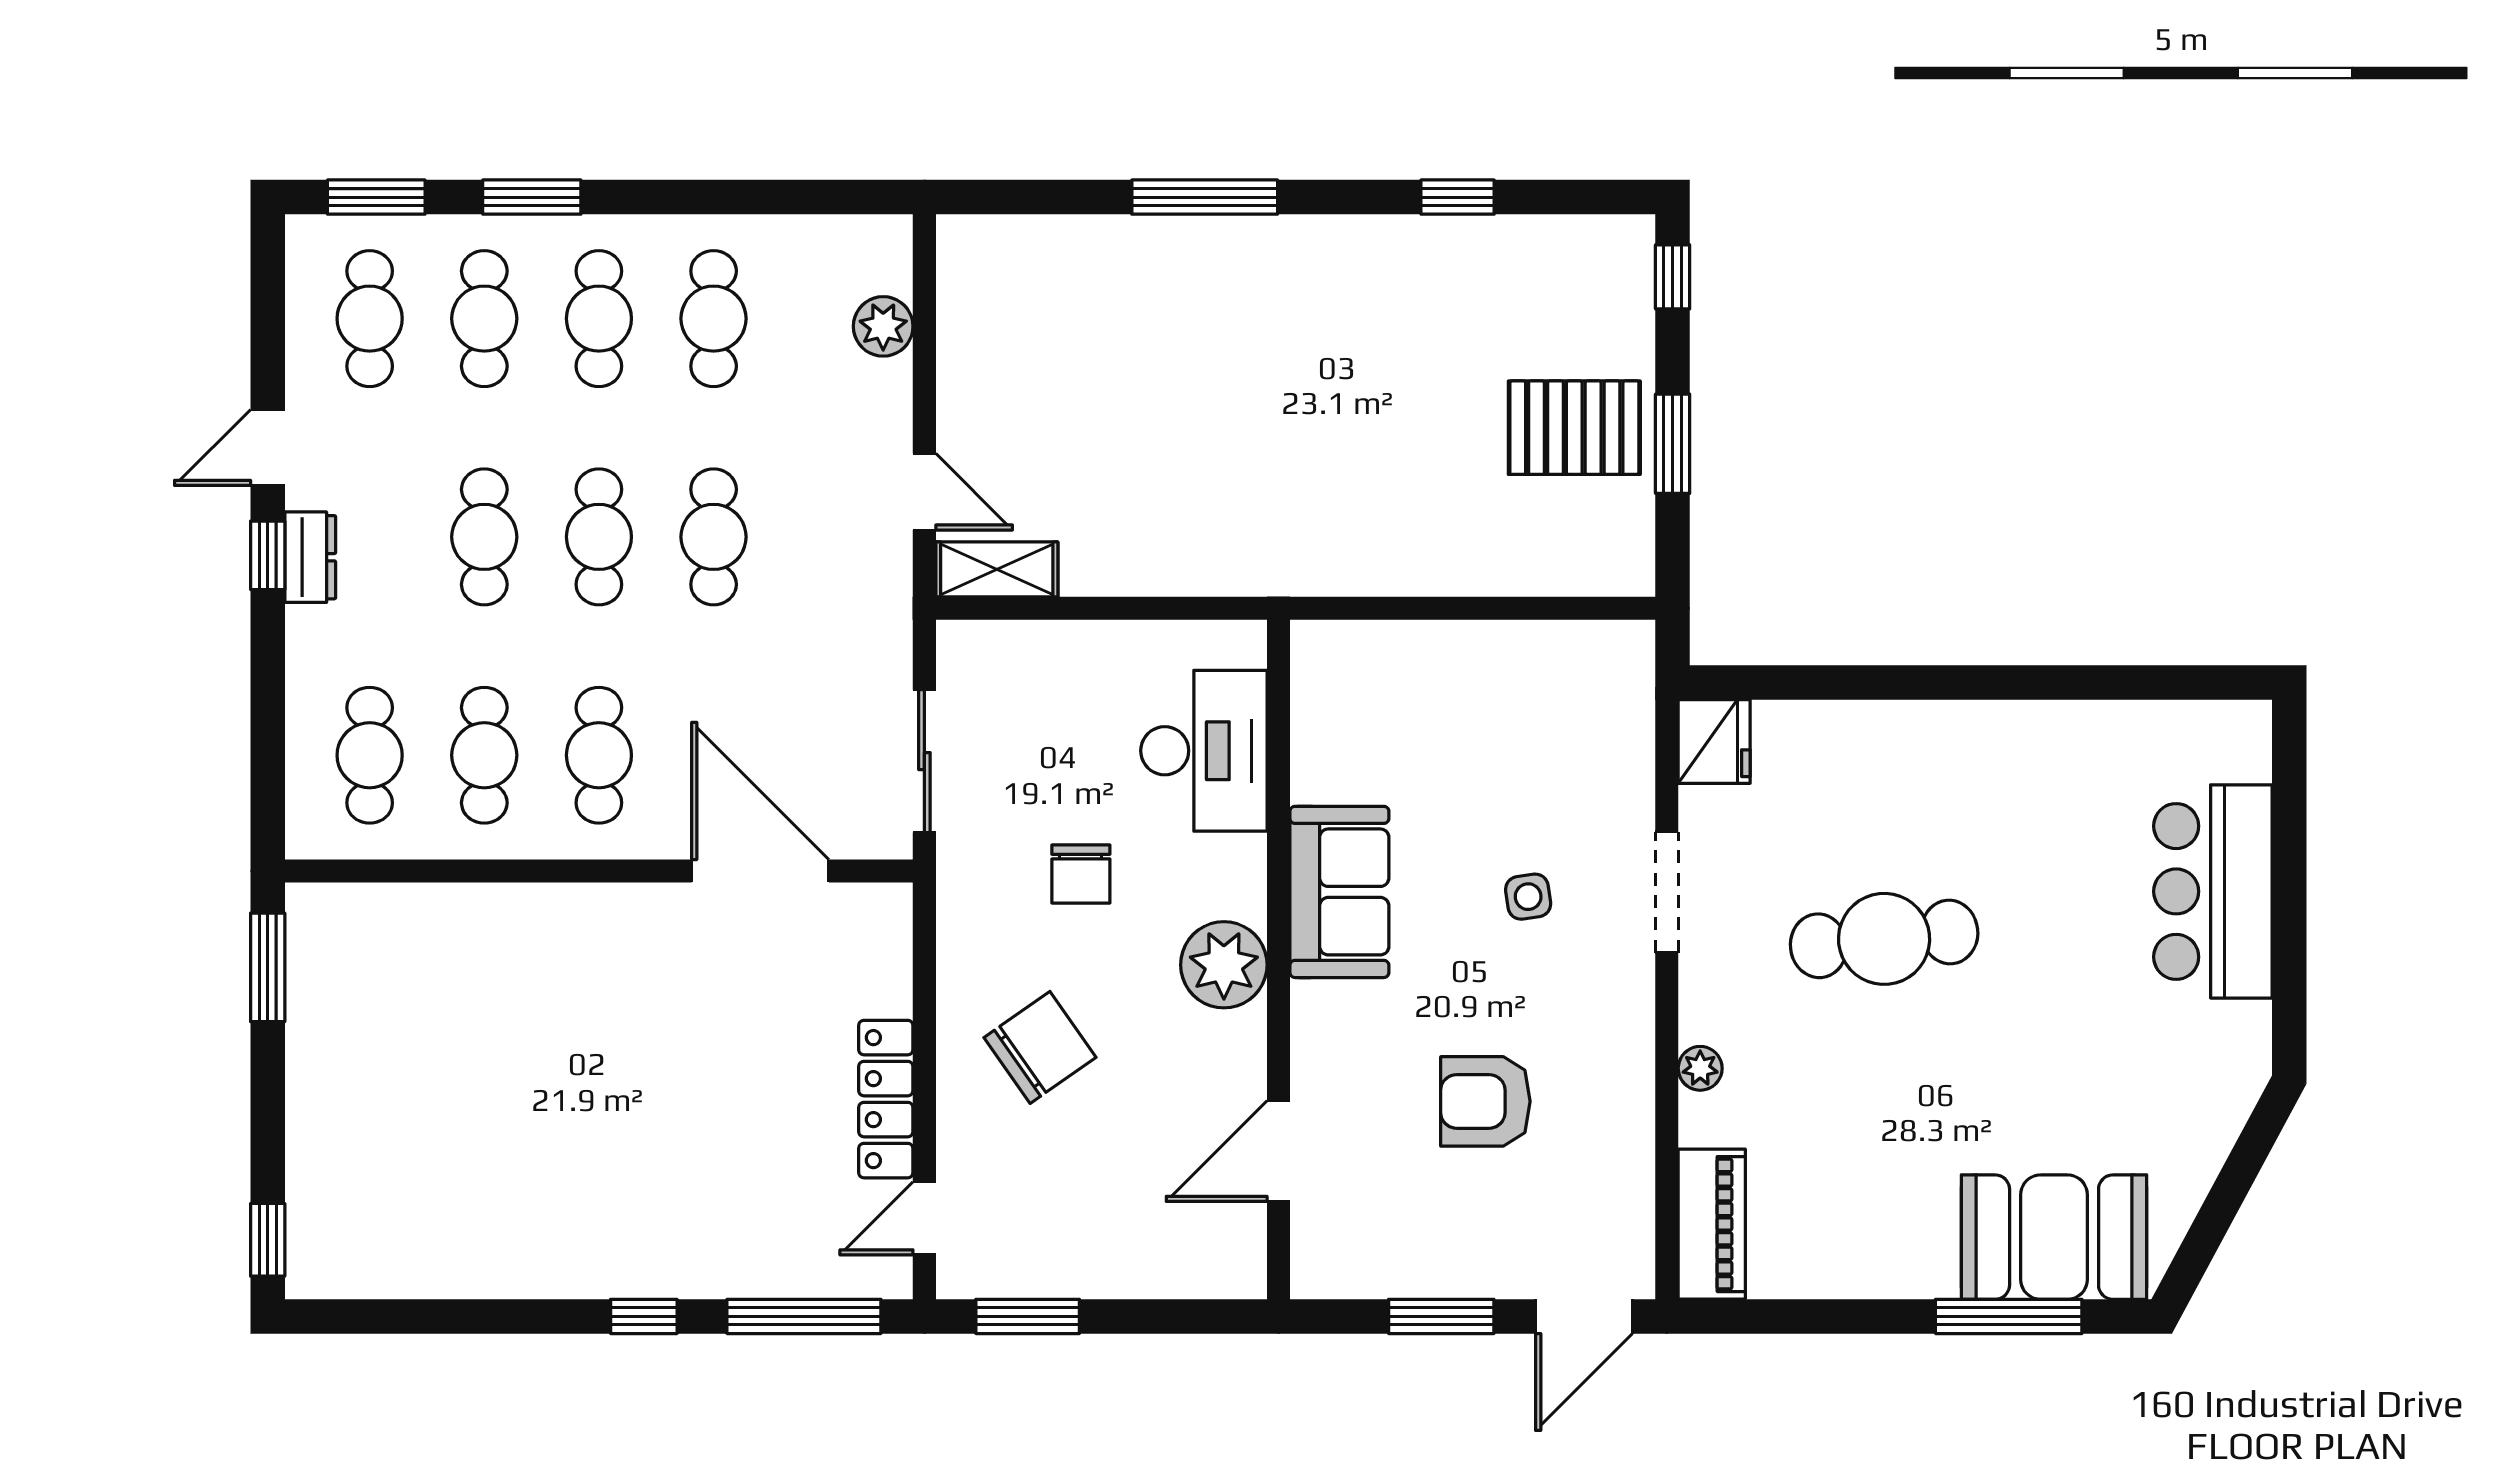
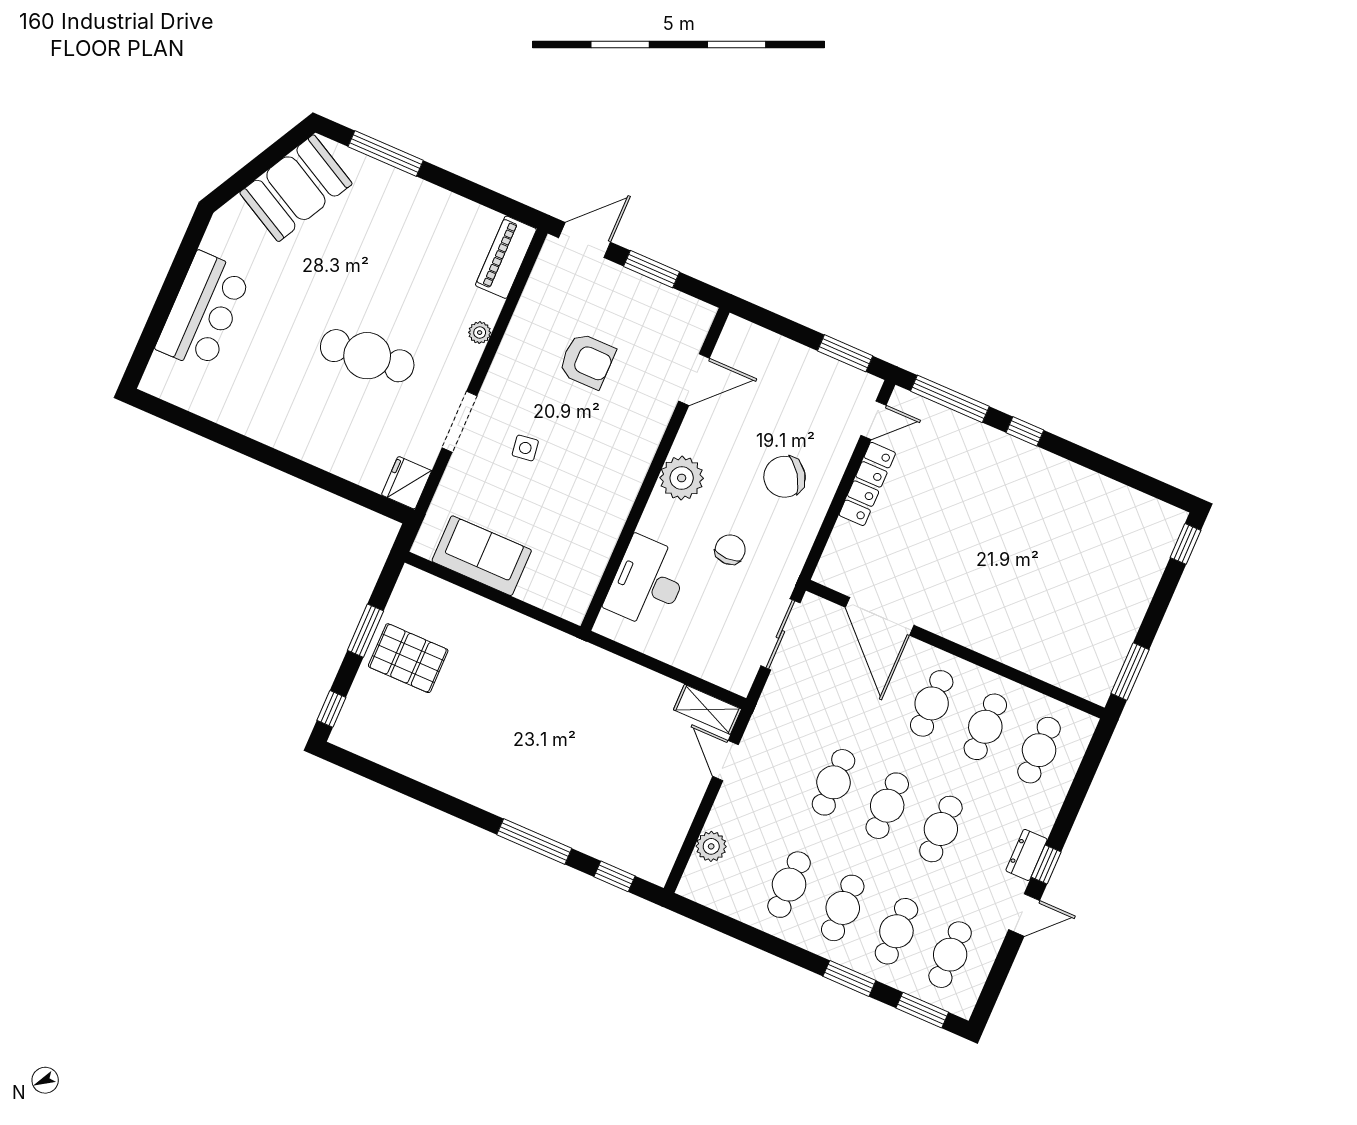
window: (1458, 197) -> (615, 876), moved
sofa: (1339, 892) -> (482, 556), moved, turned 90
booth: (2054, 1237) -> (296, 188), moved, turned -62

